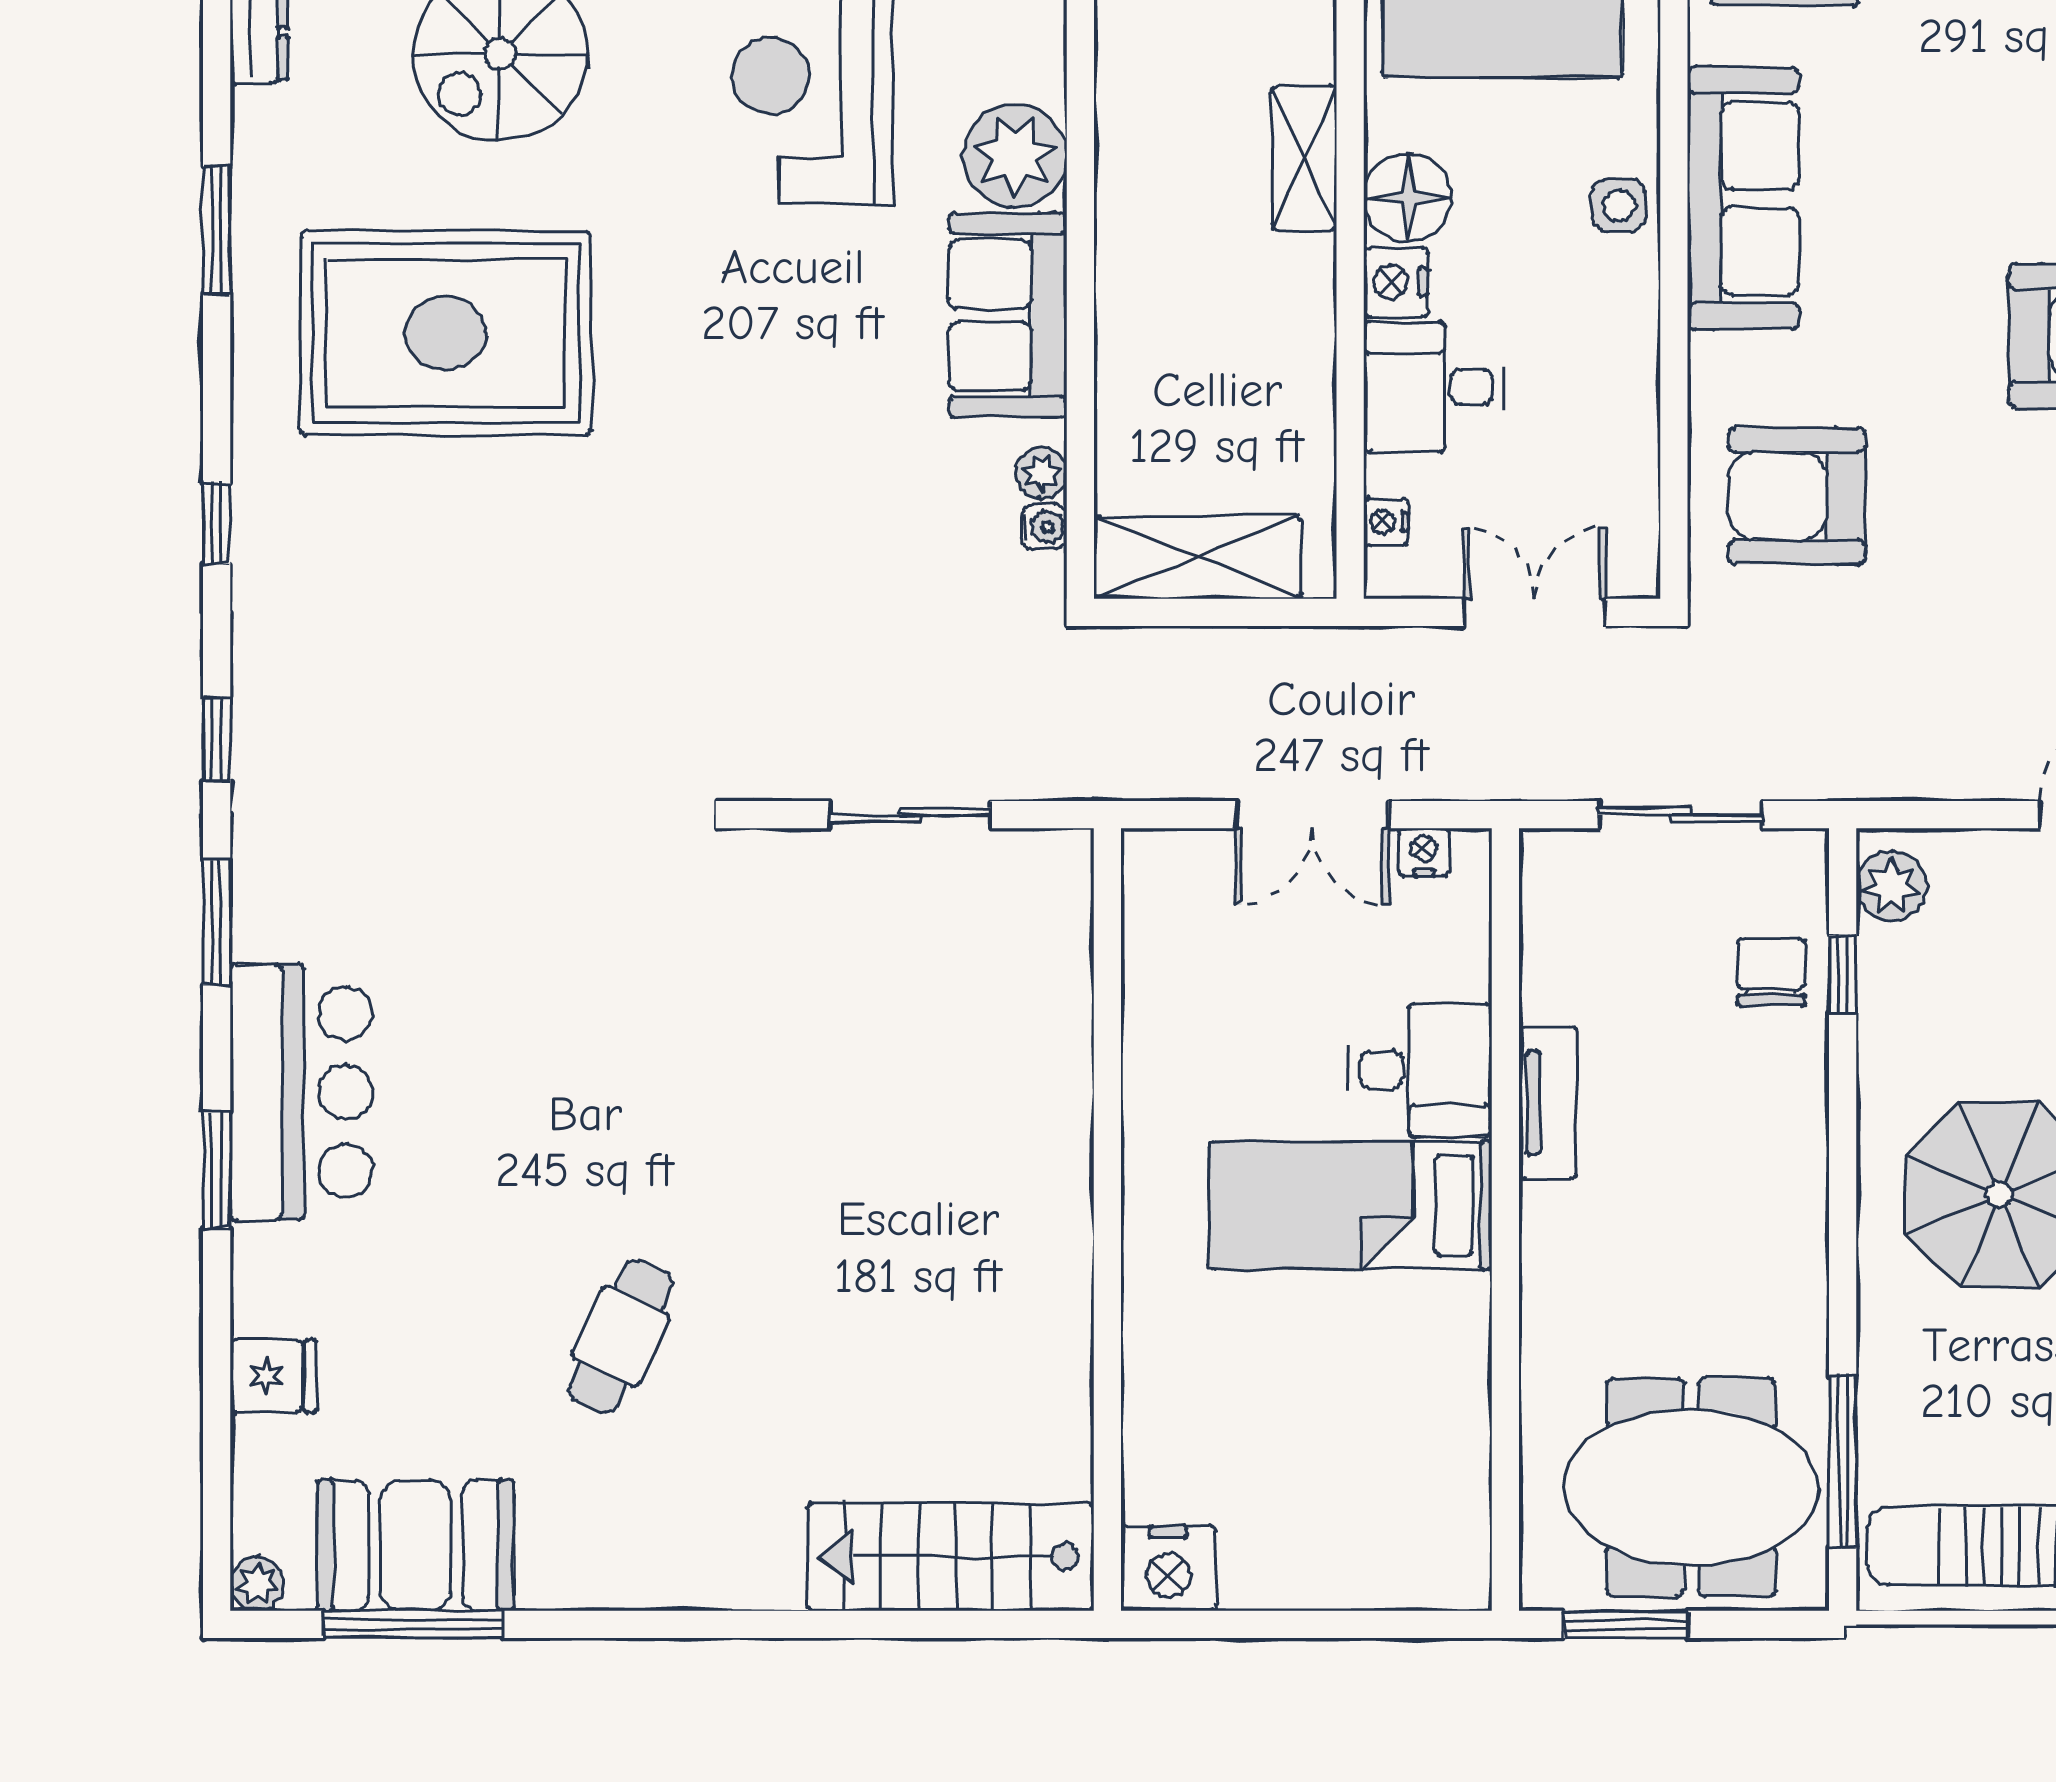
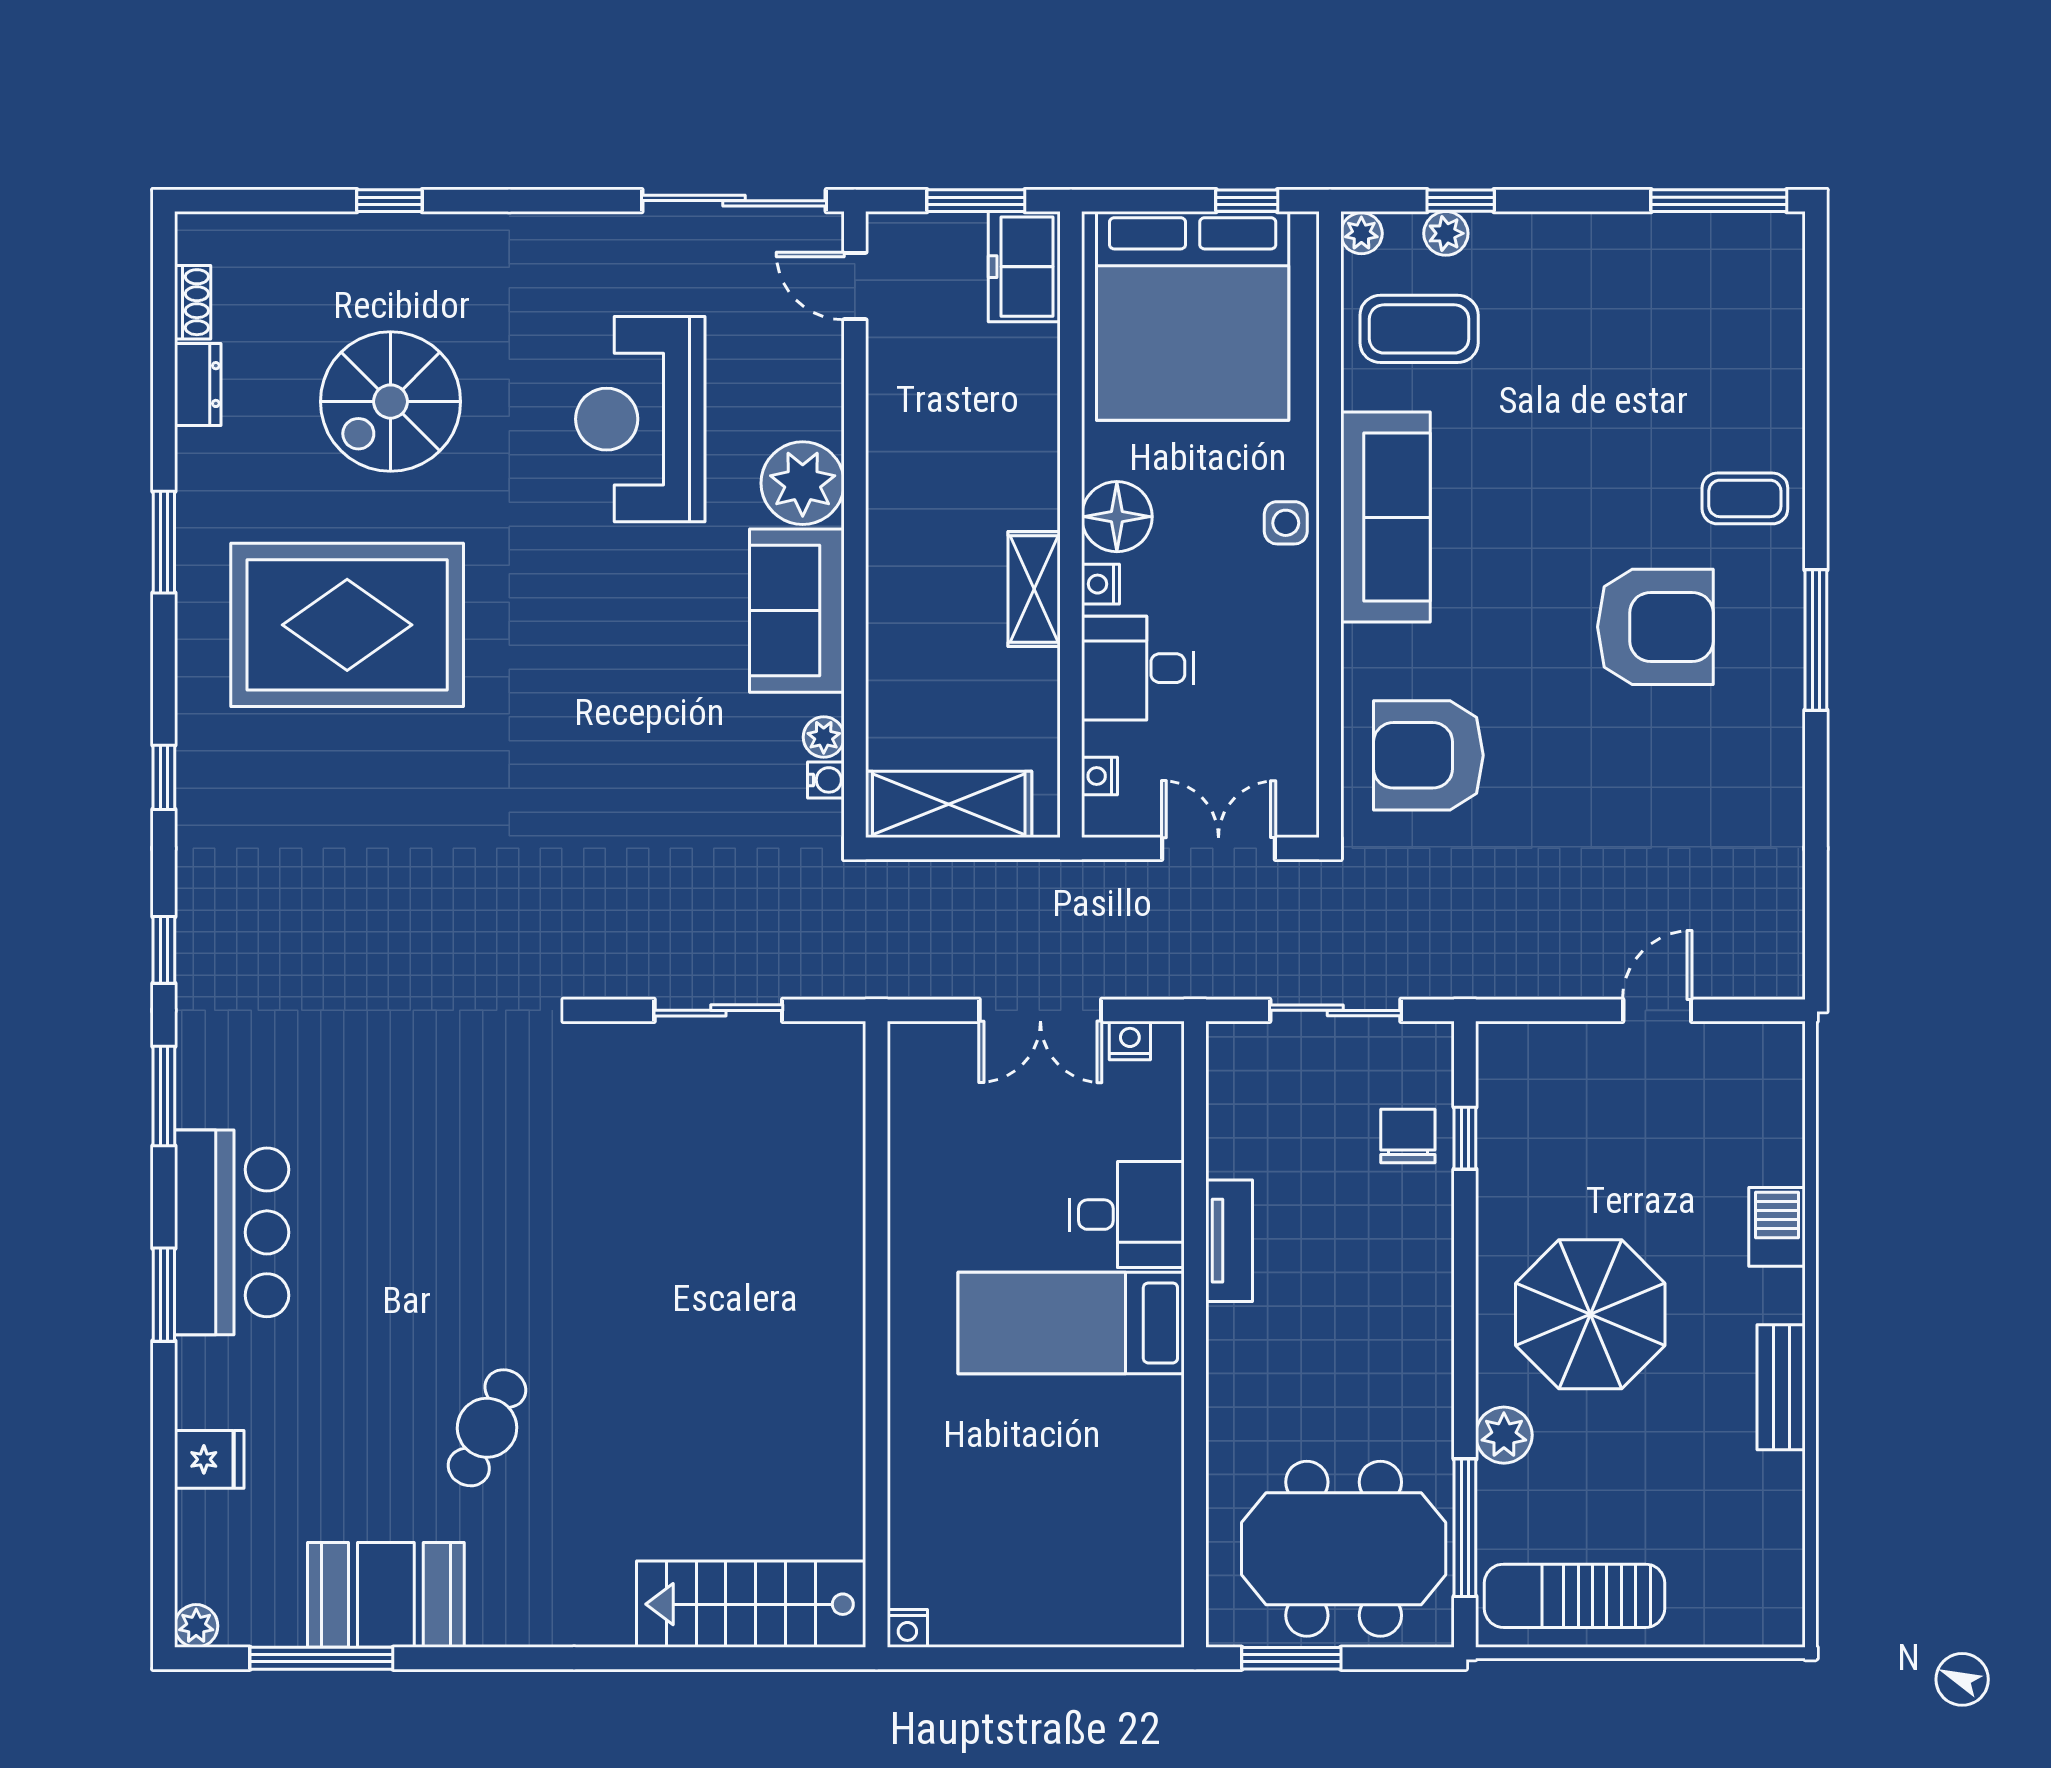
shelving: (1304, 158) -> (1034, 589), moved
nightstand: (1396, 282) -> (1101, 584), width x0.72, depth x0.74
plant: (1891, 886) -> (1504, 1435), moved
booth: (415, 1545) -> (386, 1595), moved
nightstand: (1168, 1568) -> (907, 1628), width x0.53, depth x0.56

